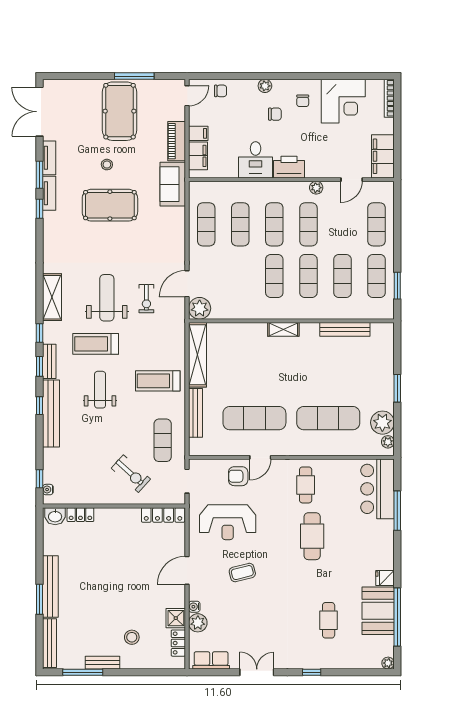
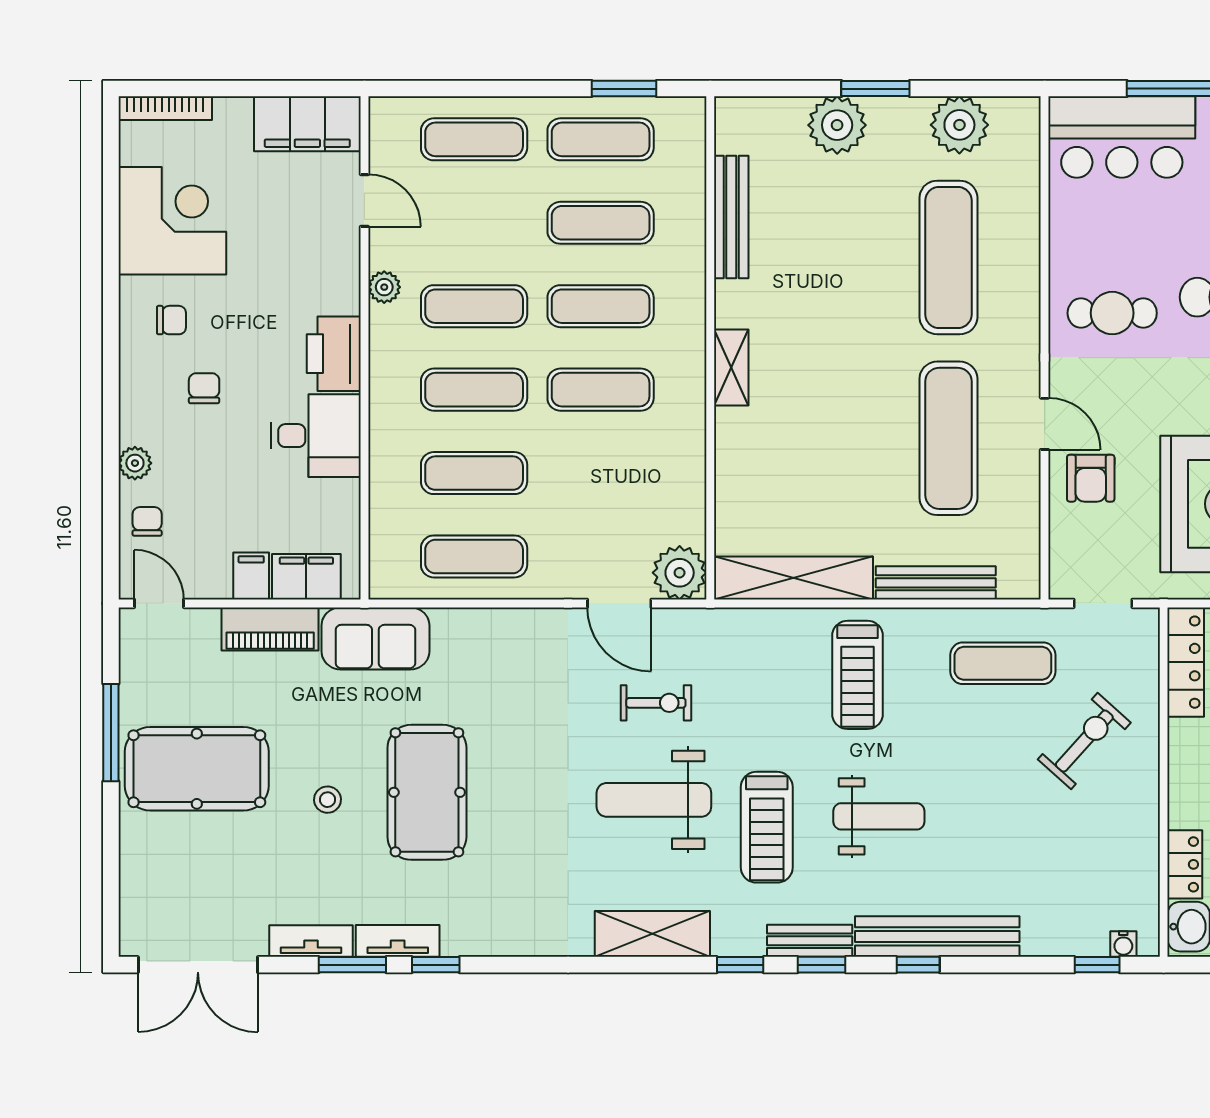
plant: (265, 86) -> (135, 463), moved
weight bench: (100, 390) -> (879, 816), turned 180
plant: (388, 442) -> (837, 125), moved, width x1.88, depth x1.88

